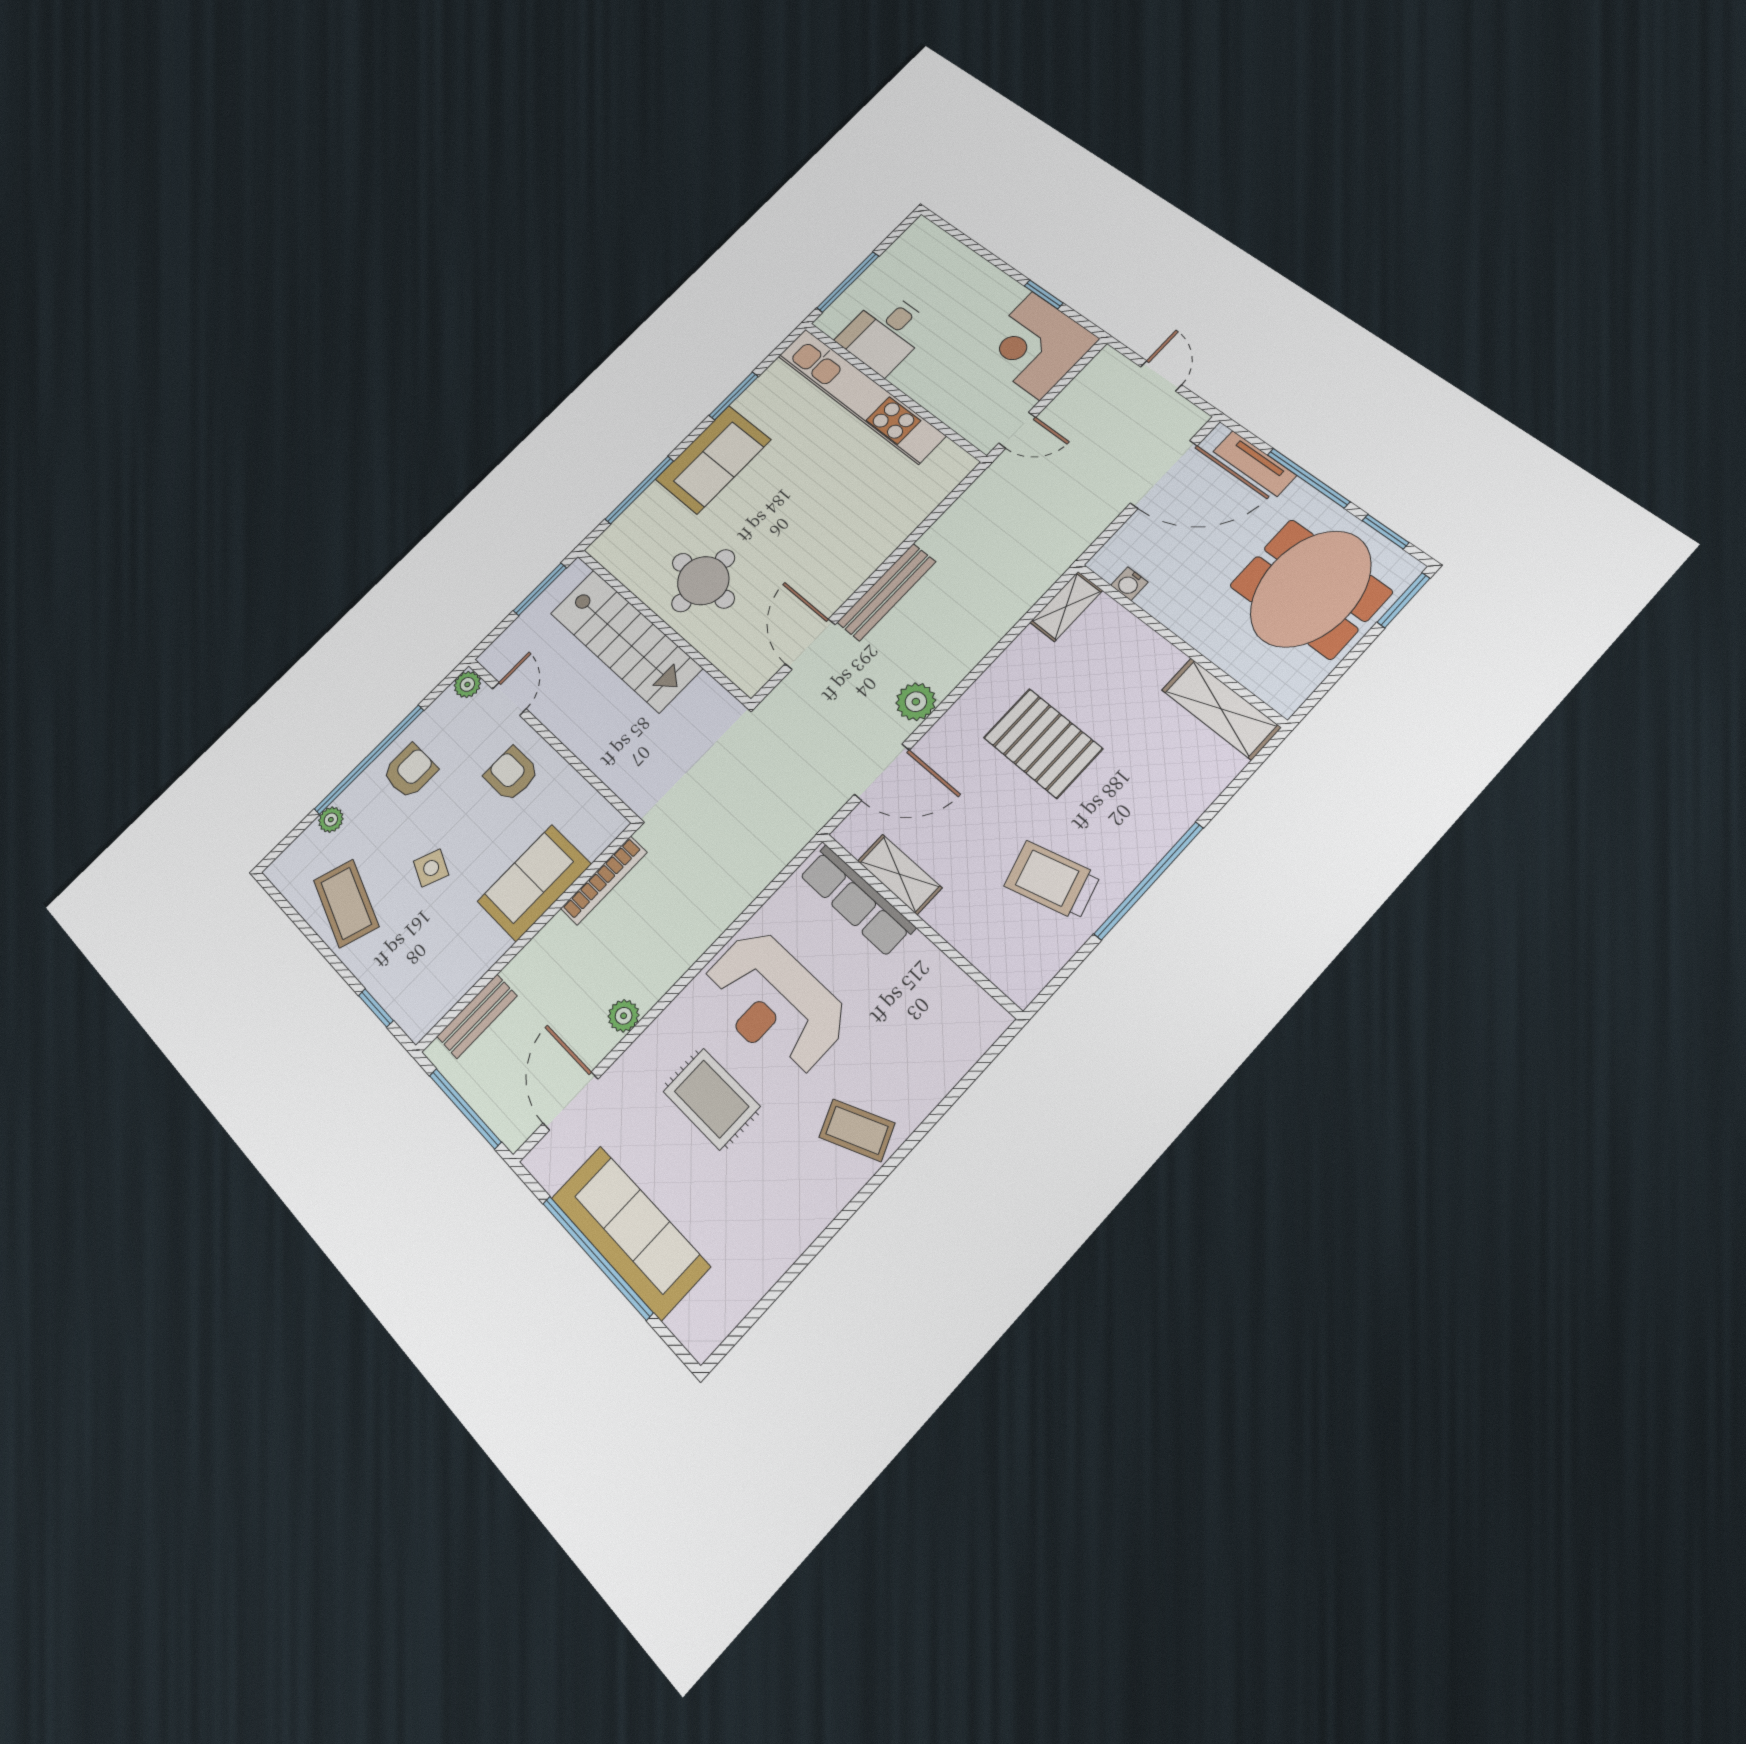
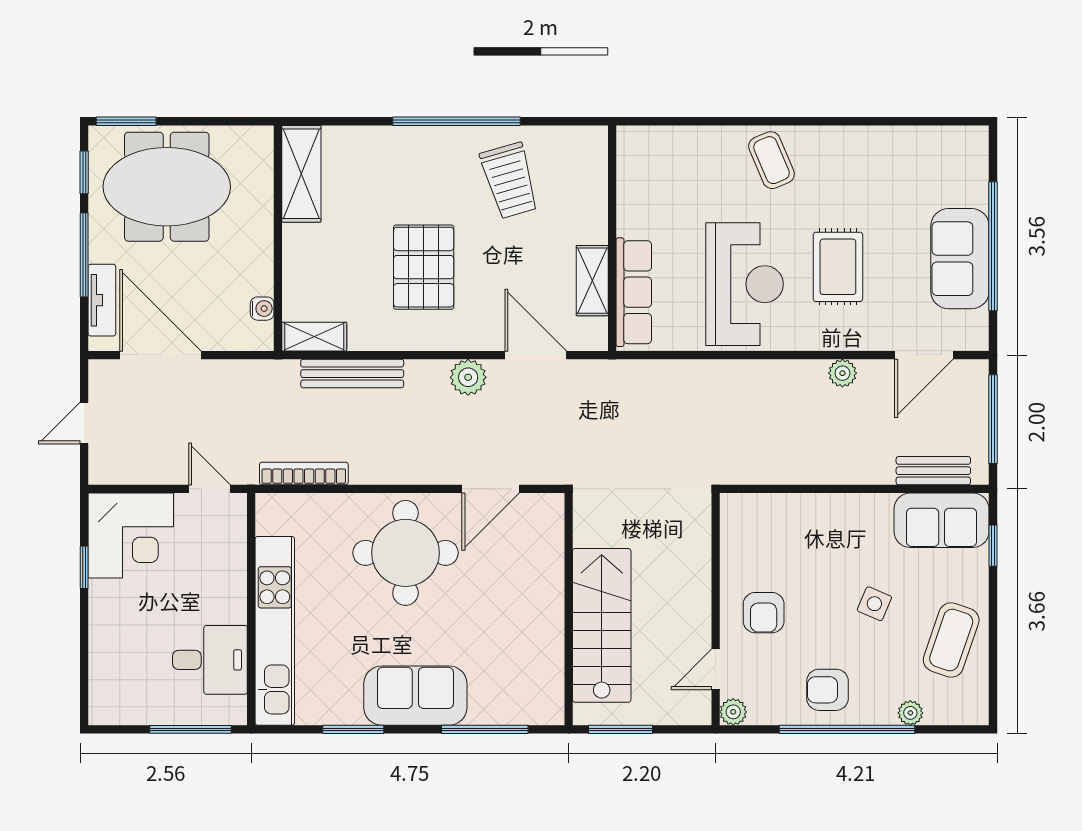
round table: (703, 581) -> (405, 553), moved, width x1.36, depth x1.36
bench: (886, 592) -> (352, 374), moved
bookcase: (604, 880) -> (304, 473), moved
sofa: (534, 883) -> (942, 520), moved
sofa: (630, 1232) -> (960, 259), width x0.73

